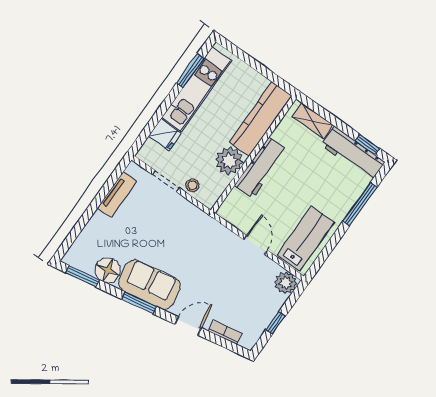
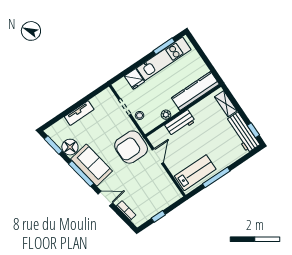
plant: (229, 161) -> (166, 115), width x0.53, depth x0.53
workbench: (261, 168) -> (180, 123), width x0.73
tv unit: (117, 195) -> (79, 113), moved
window: (360, 204) -> (216, 177), moved
armchair: (197, 236) -> (131, 147), added
door: (256, 245) -> (158, 156), moved
plant: (286, 283) -> (173, 195), removed
window: (139, 303) -> (81, 174), width x1.44

